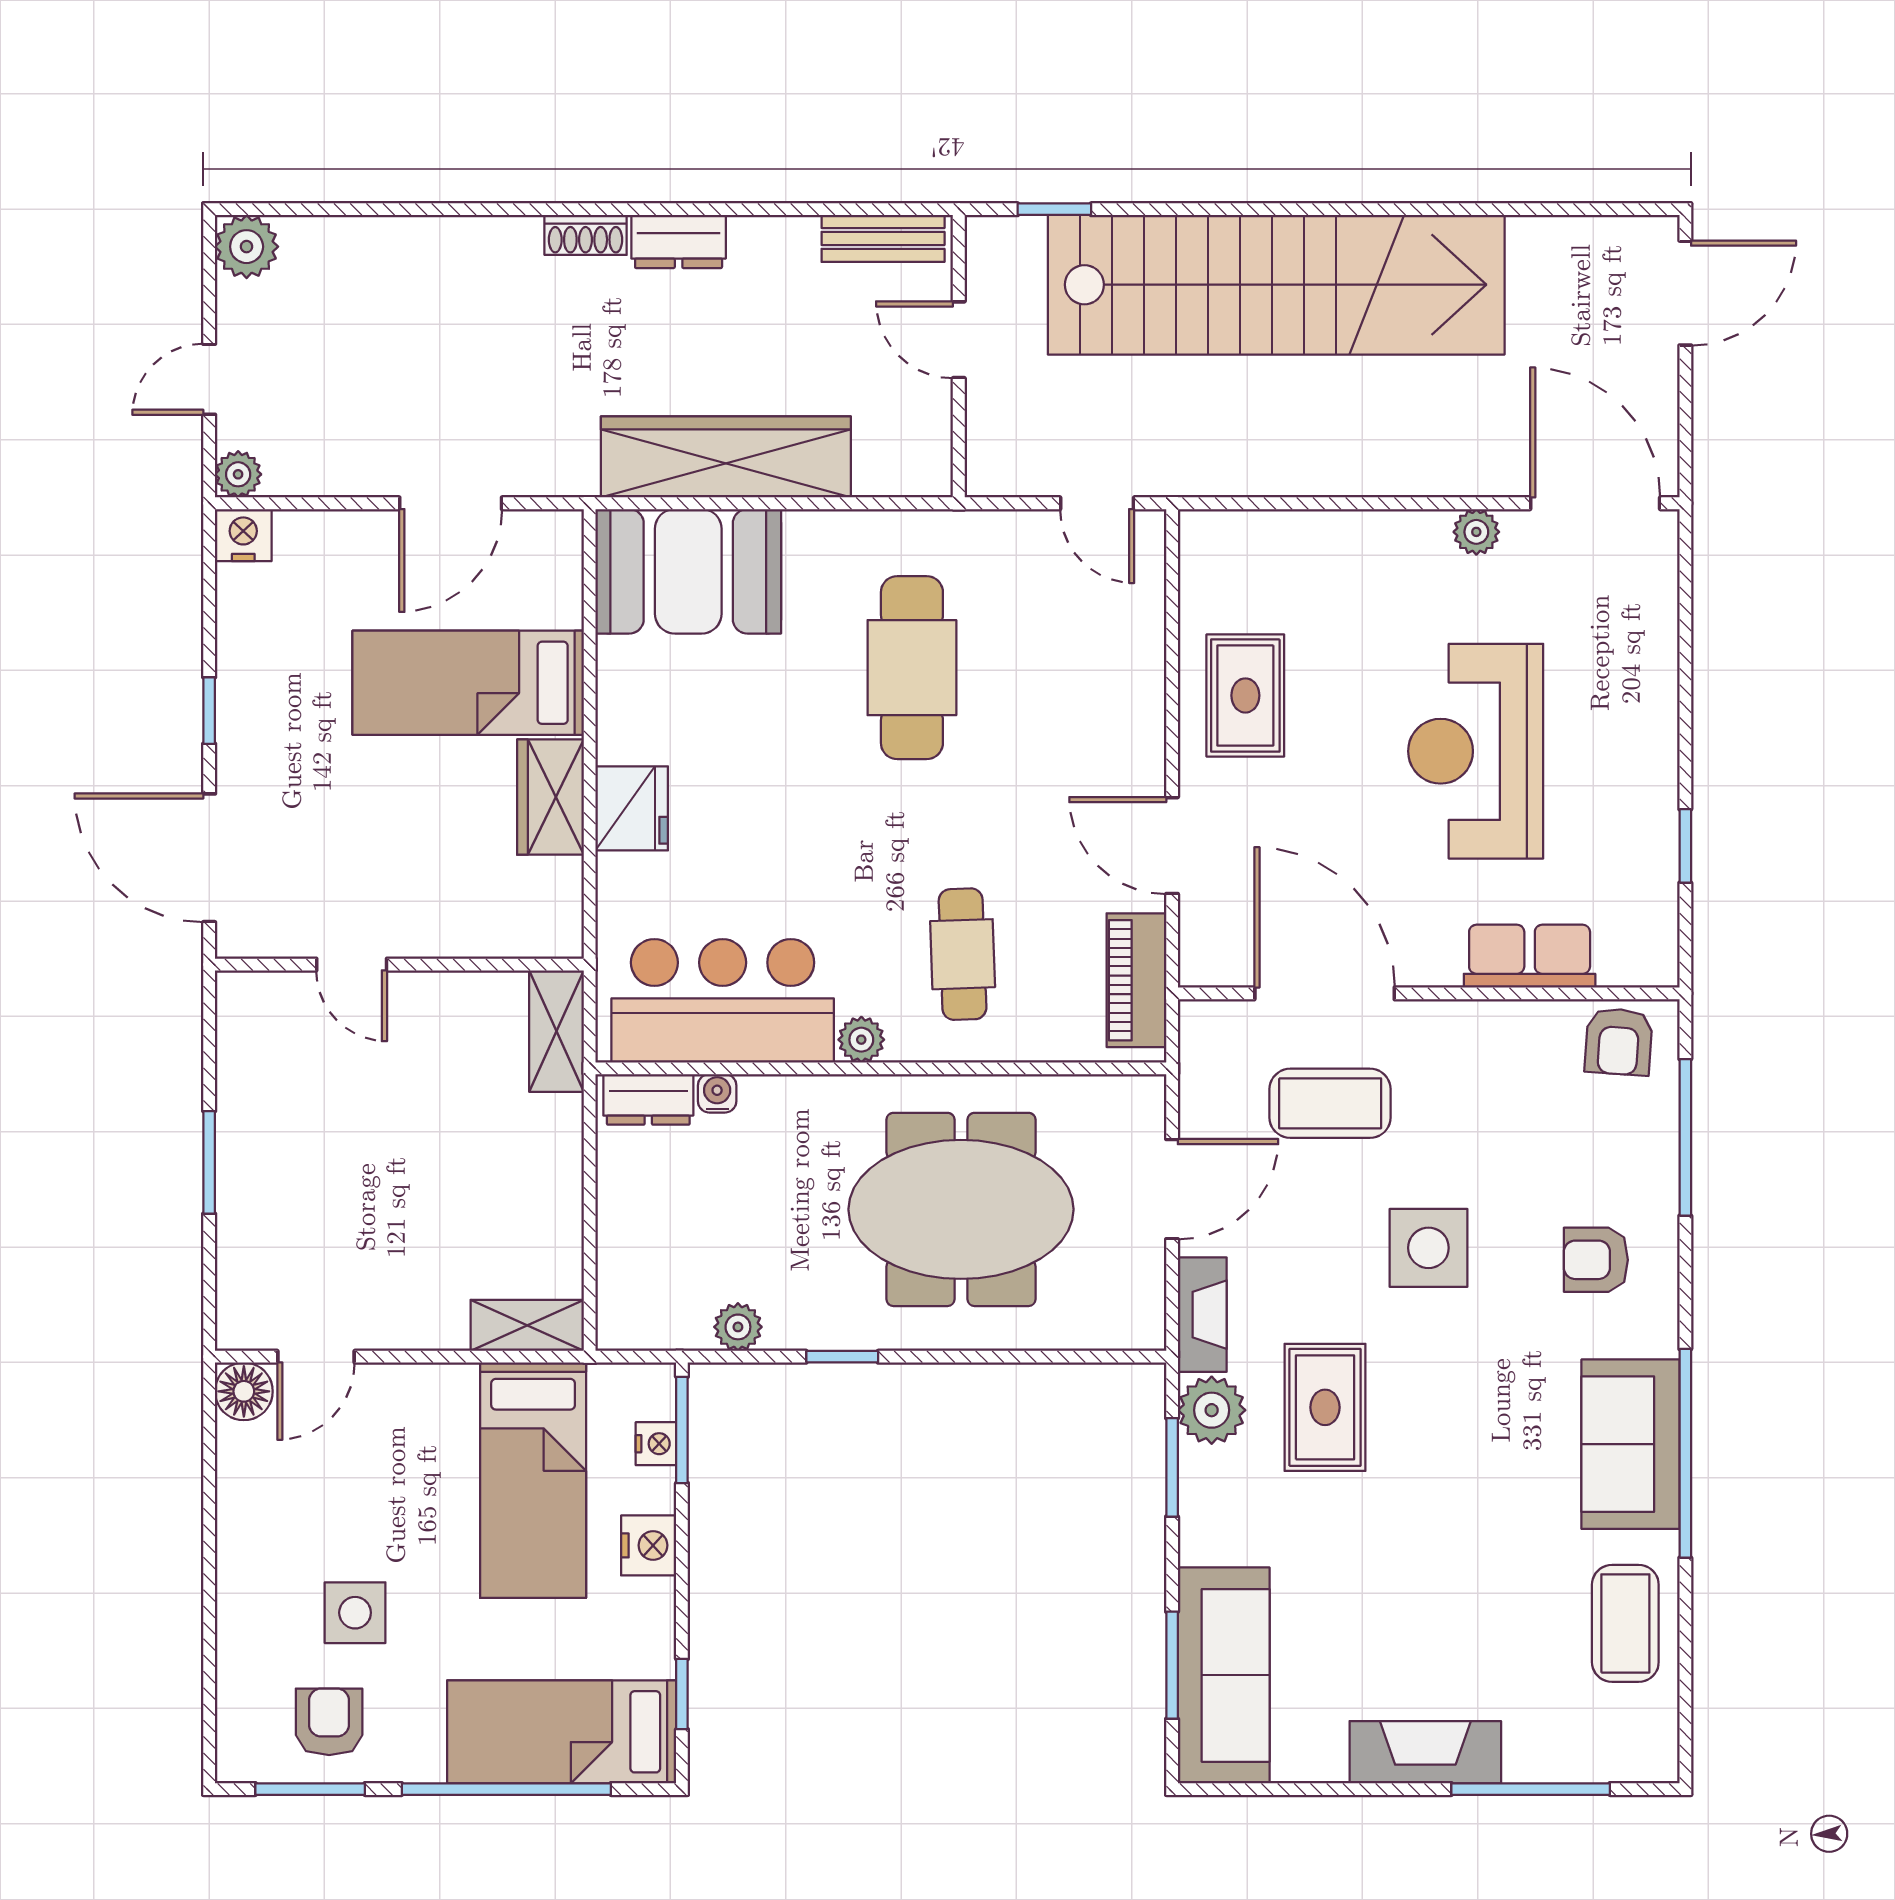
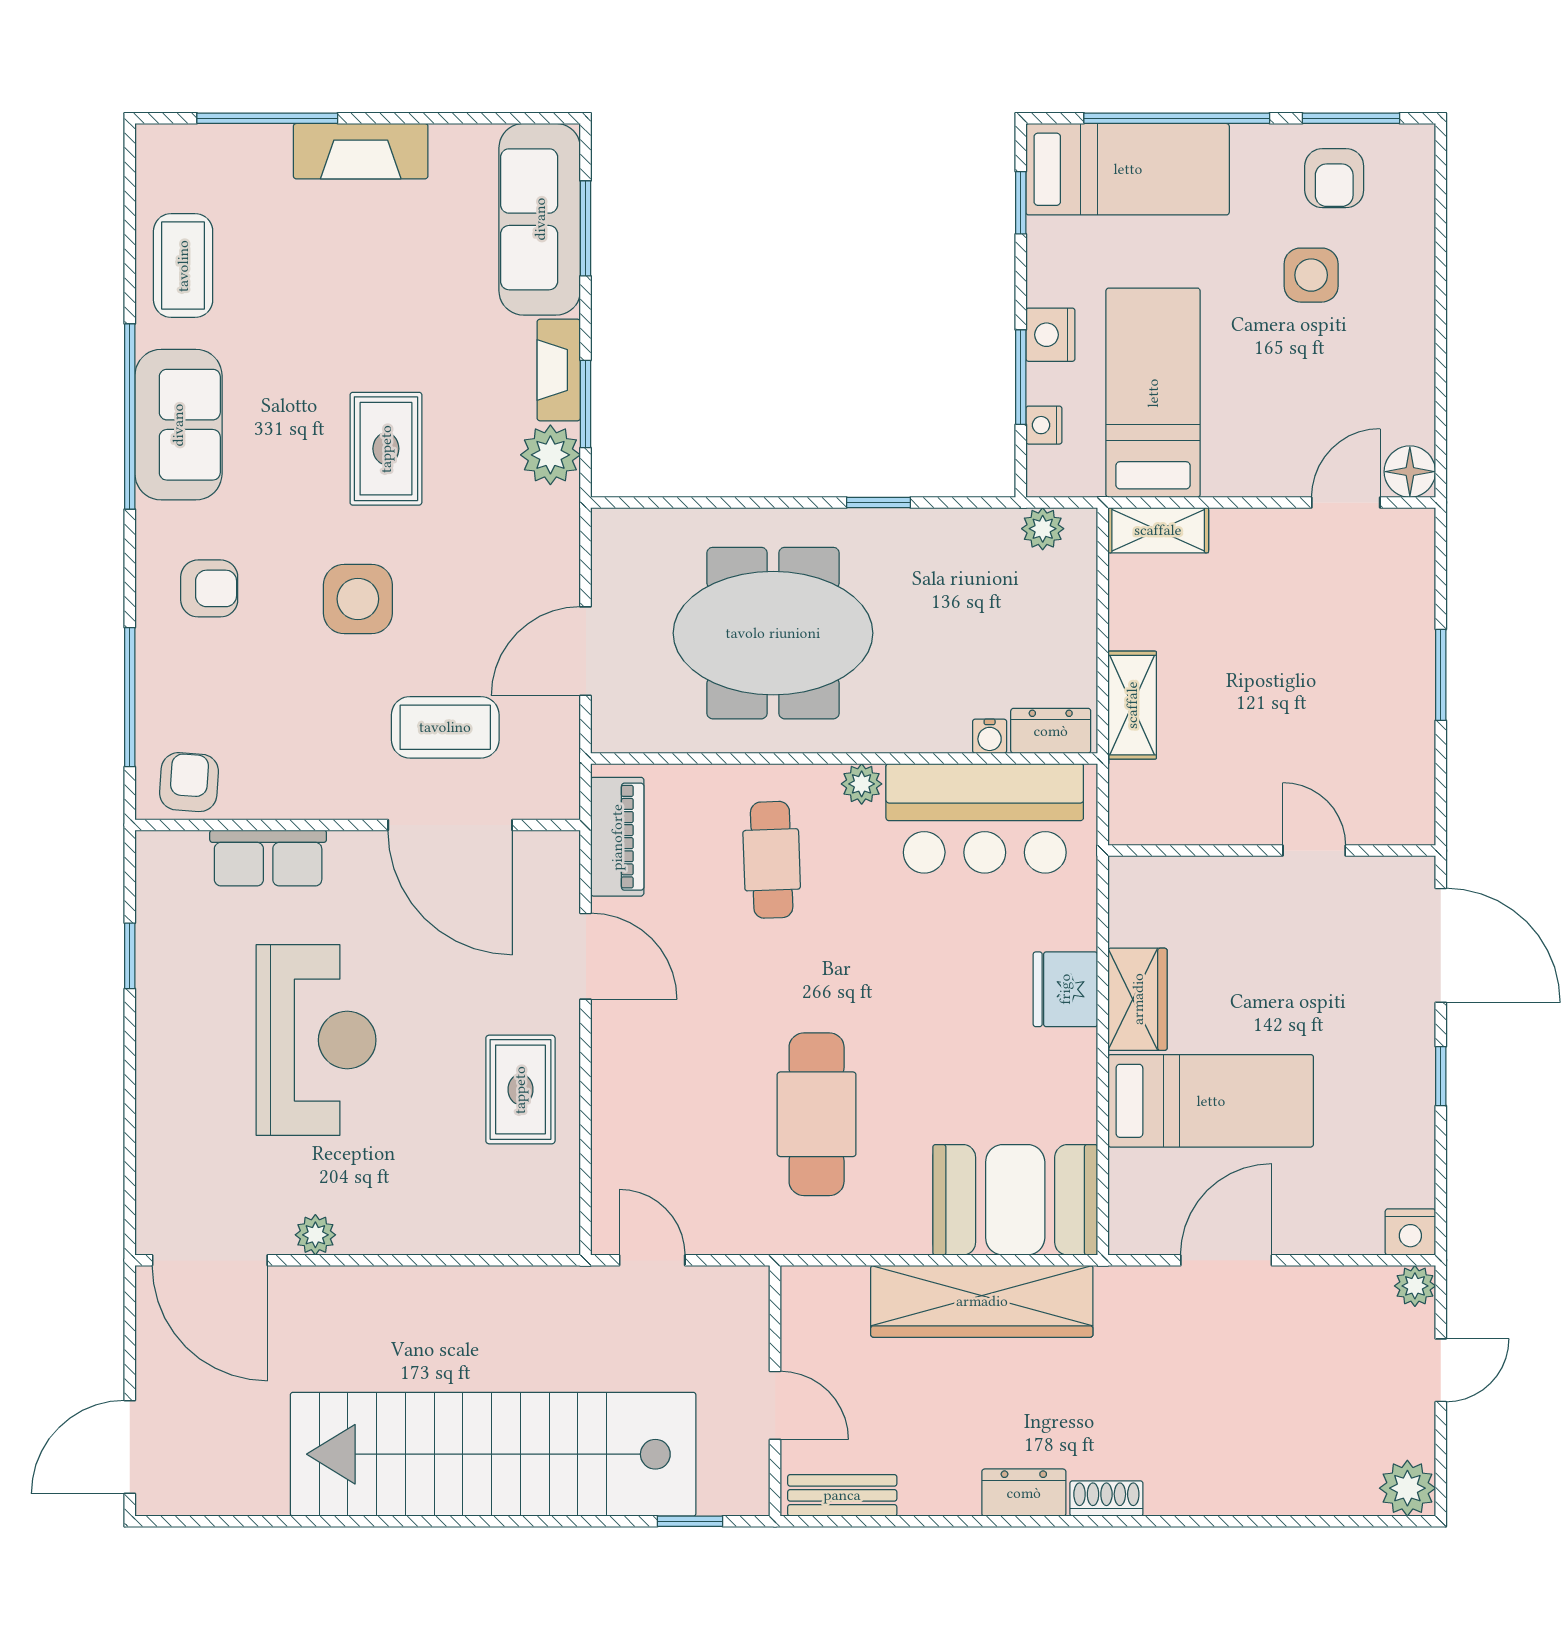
shelving: (557, 1031) -> (1132, 705), moved
fireplace: (1202, 1315) -> (559, 370), moved
plant: (738, 1327) -> (1043, 529), moved
rug: (1325, 1407) -> (386, 449), moved
window: (682, 1430) -> (1021, 377), moved

